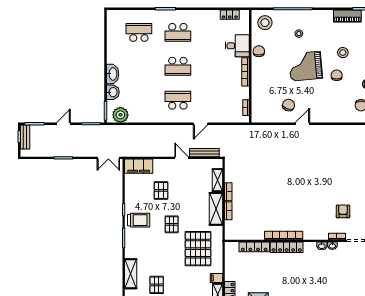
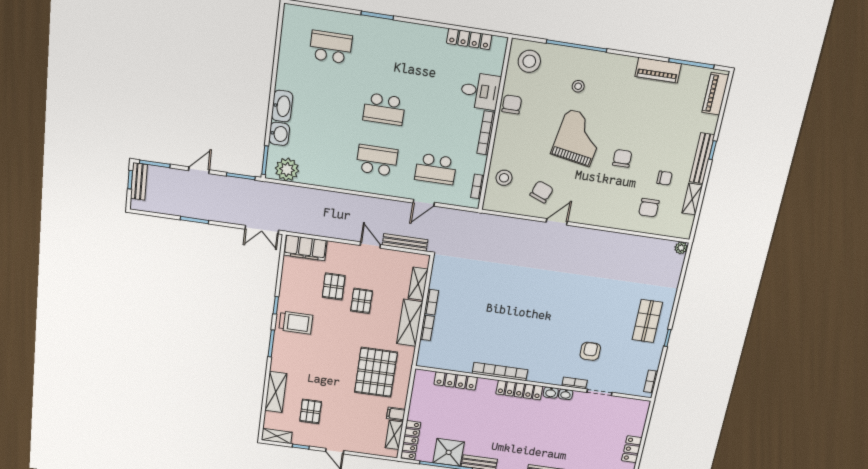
locker: (230, 15) -> (469, 39), width x1.53
school desk: (178, 32) -> (436, 169), moved
stool: (343, 53) -> (504, 178), moved
grand piano: (306, 66) -> (578, 138), turned 105
door: (201, 124) -> (424, 203), moved
pallet: (172, 224) -> (362, 301), moved
locker: (287, 247) -> (519, 390), moved

